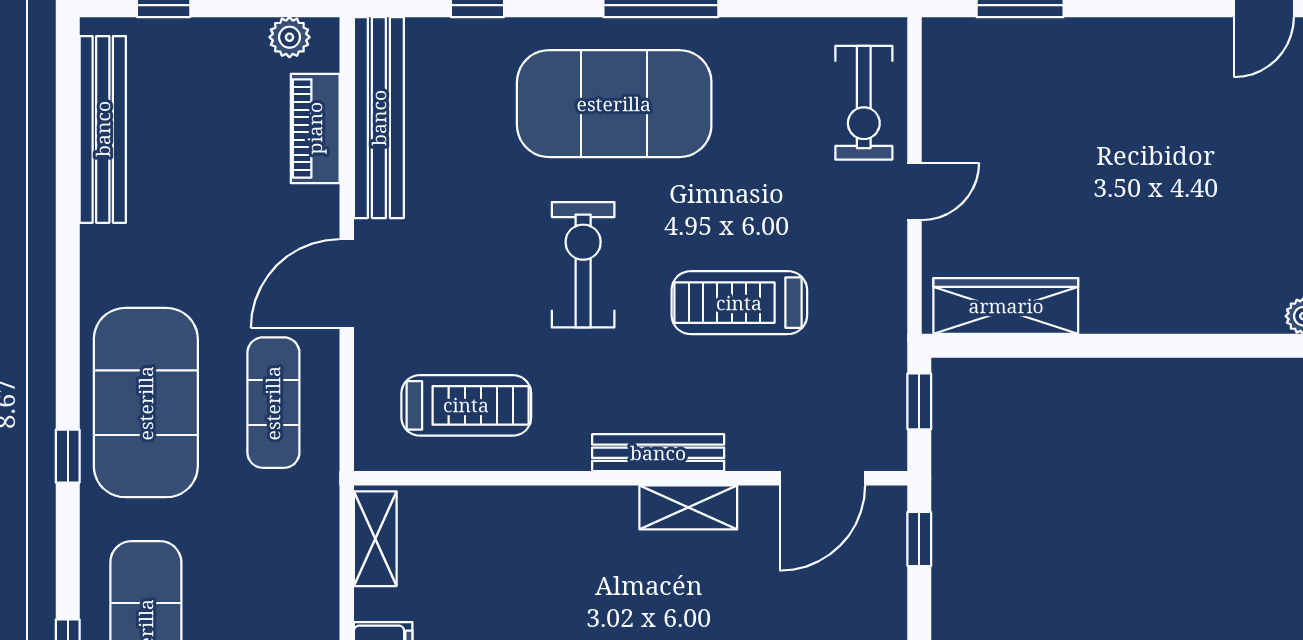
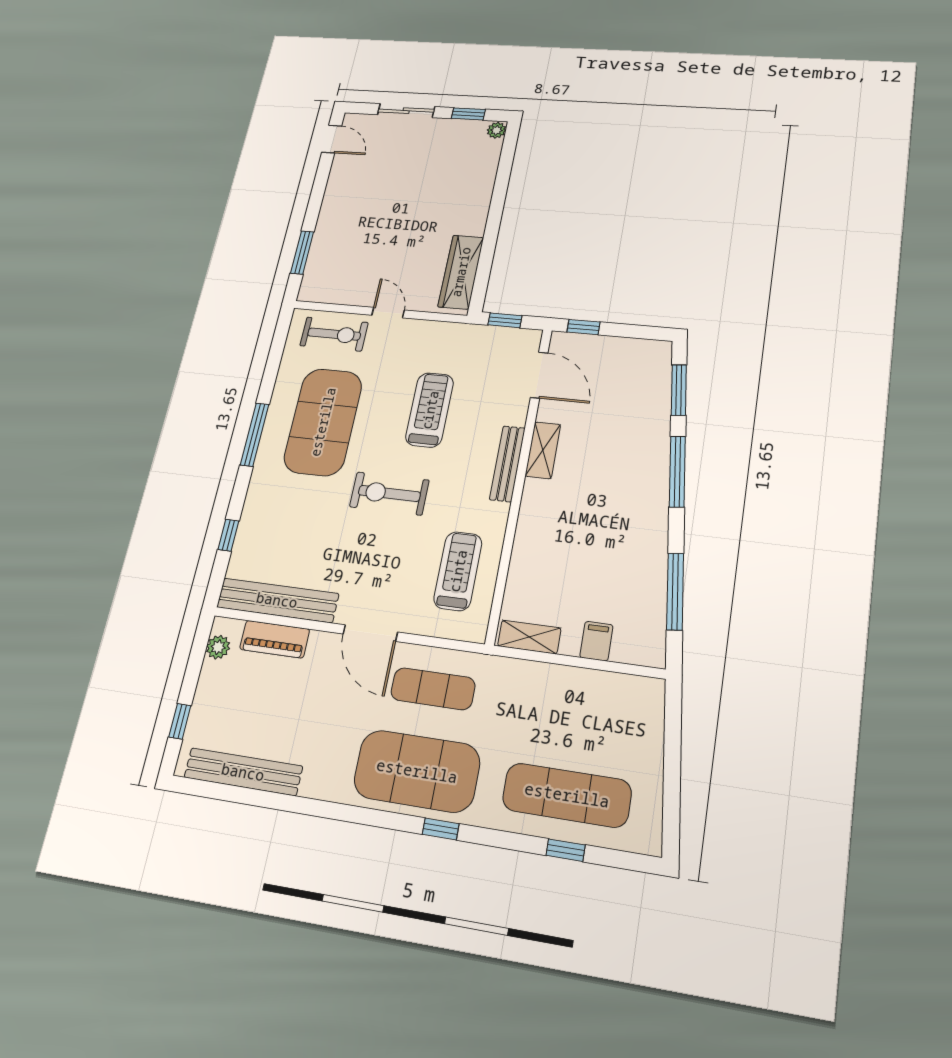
exercise mat: (614, 104) -> (323, 422), moved
treadmill: (739, 303) -> (430, 410), turned 180

